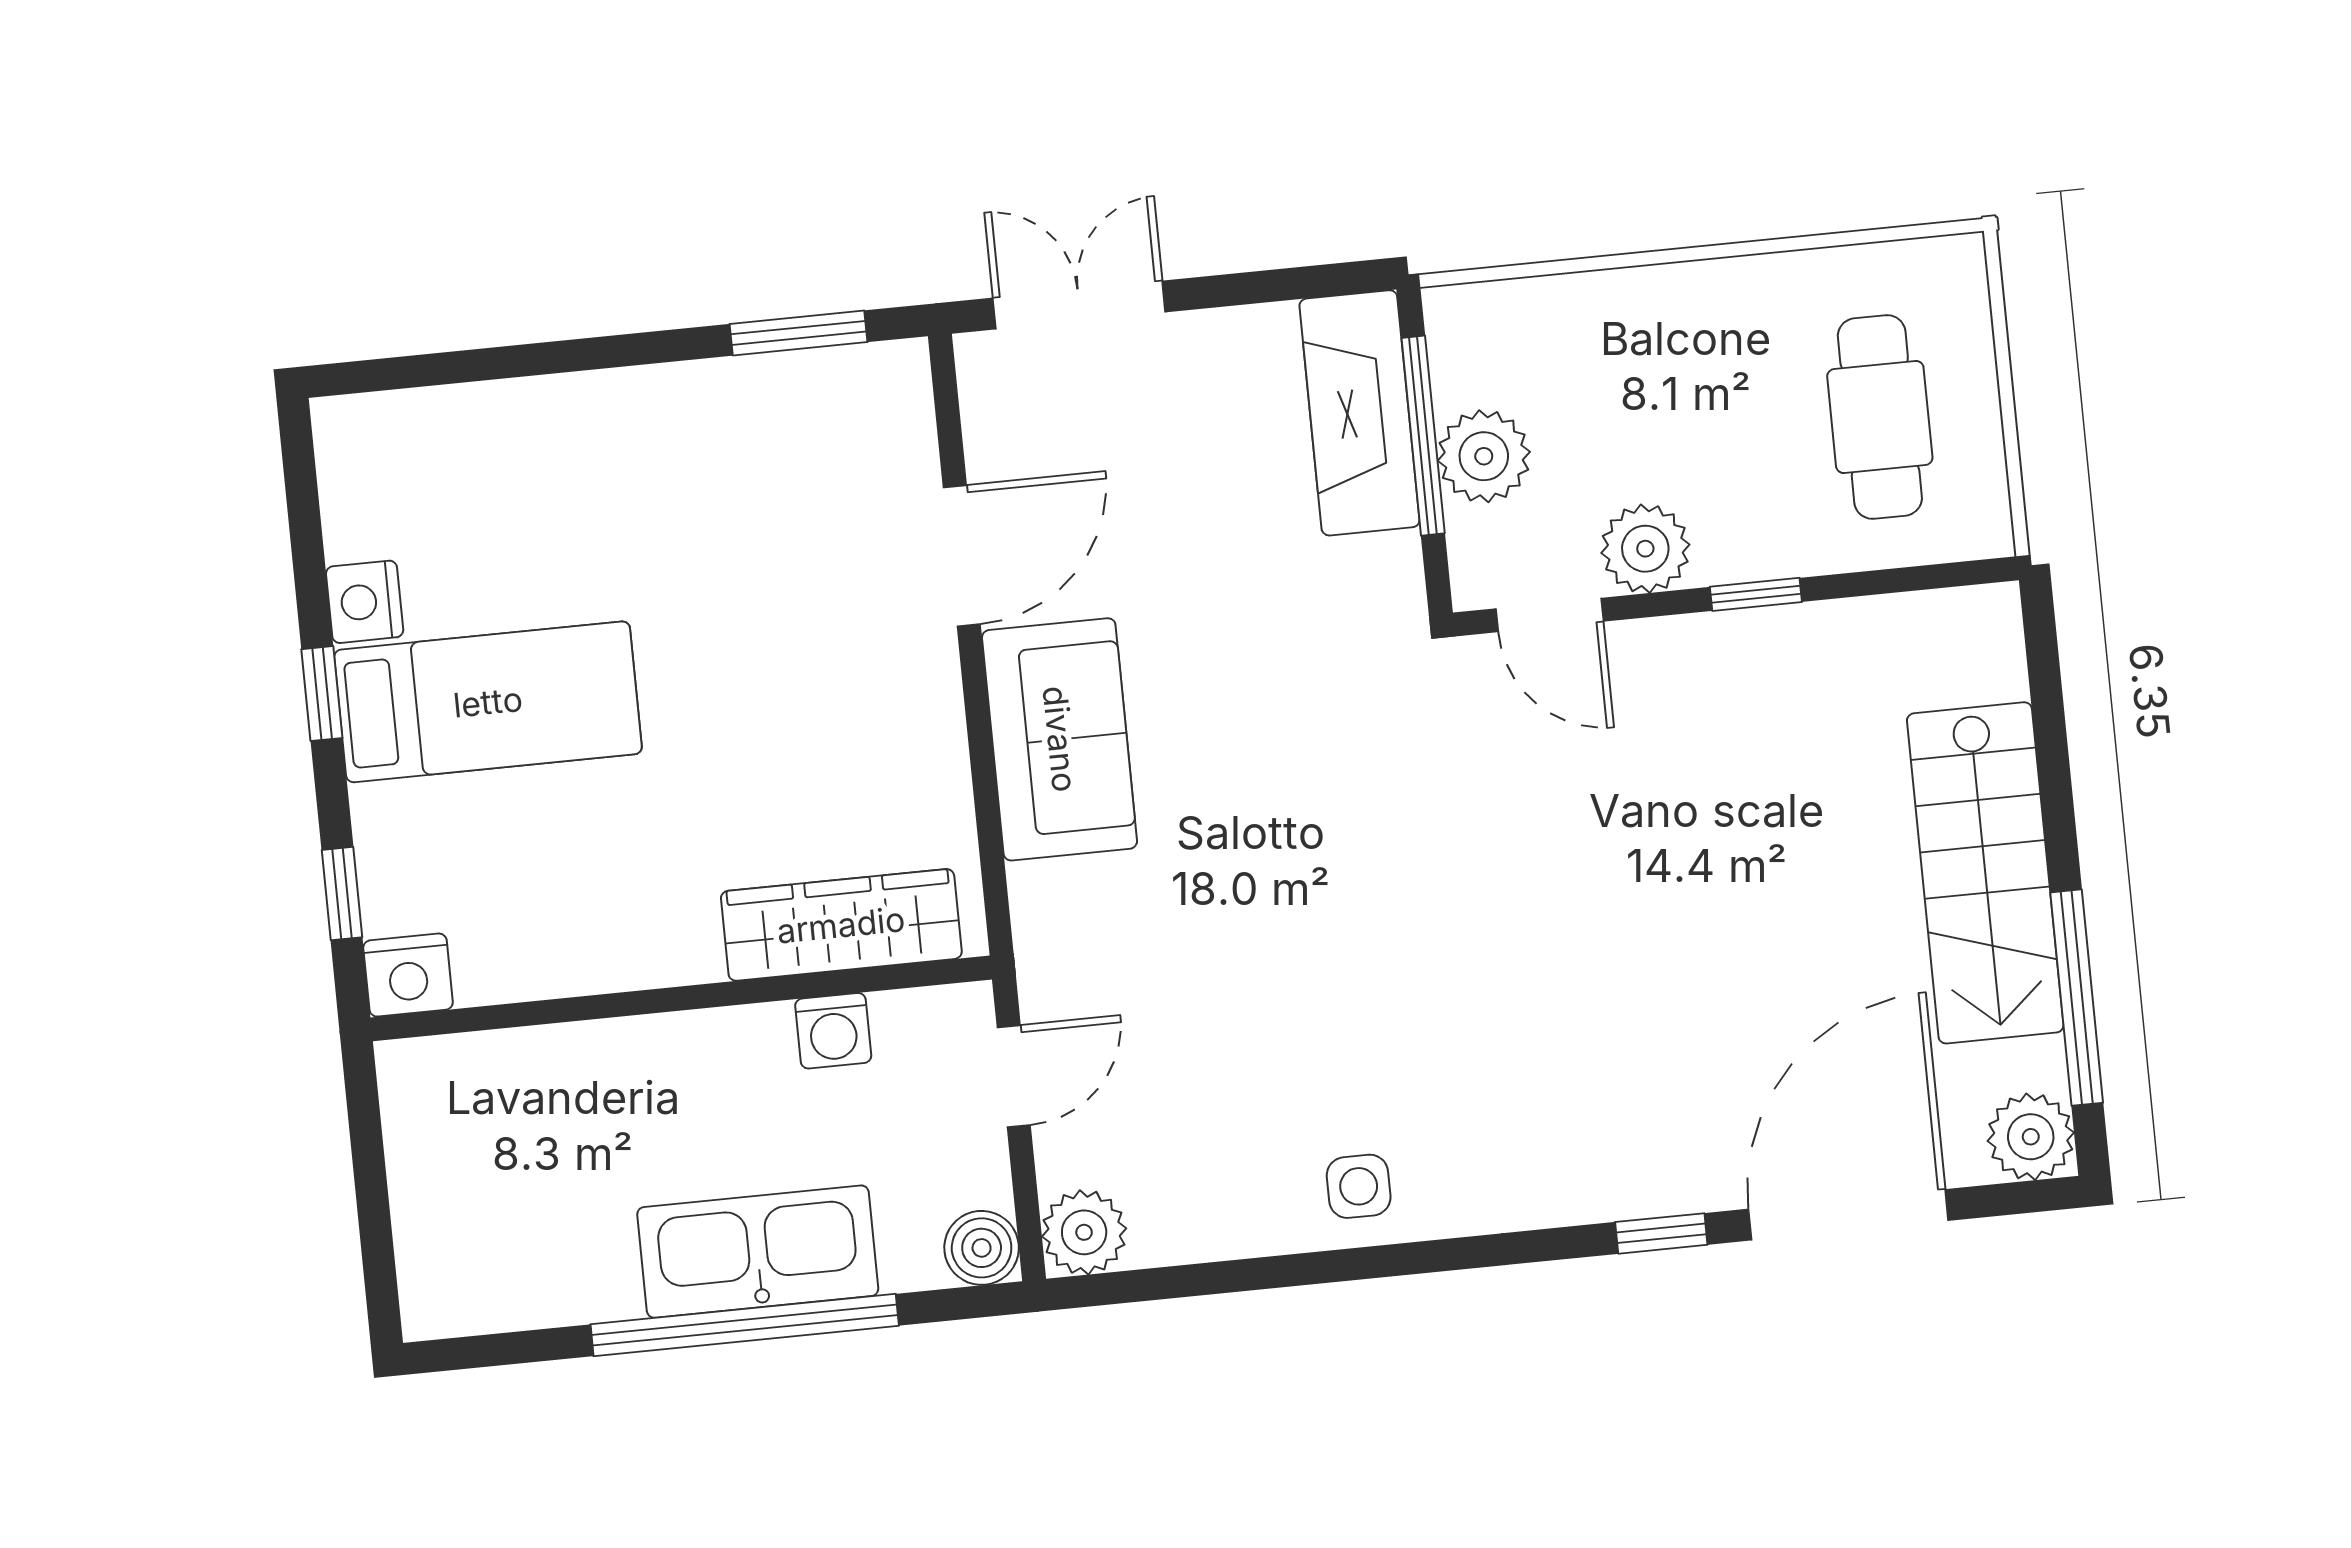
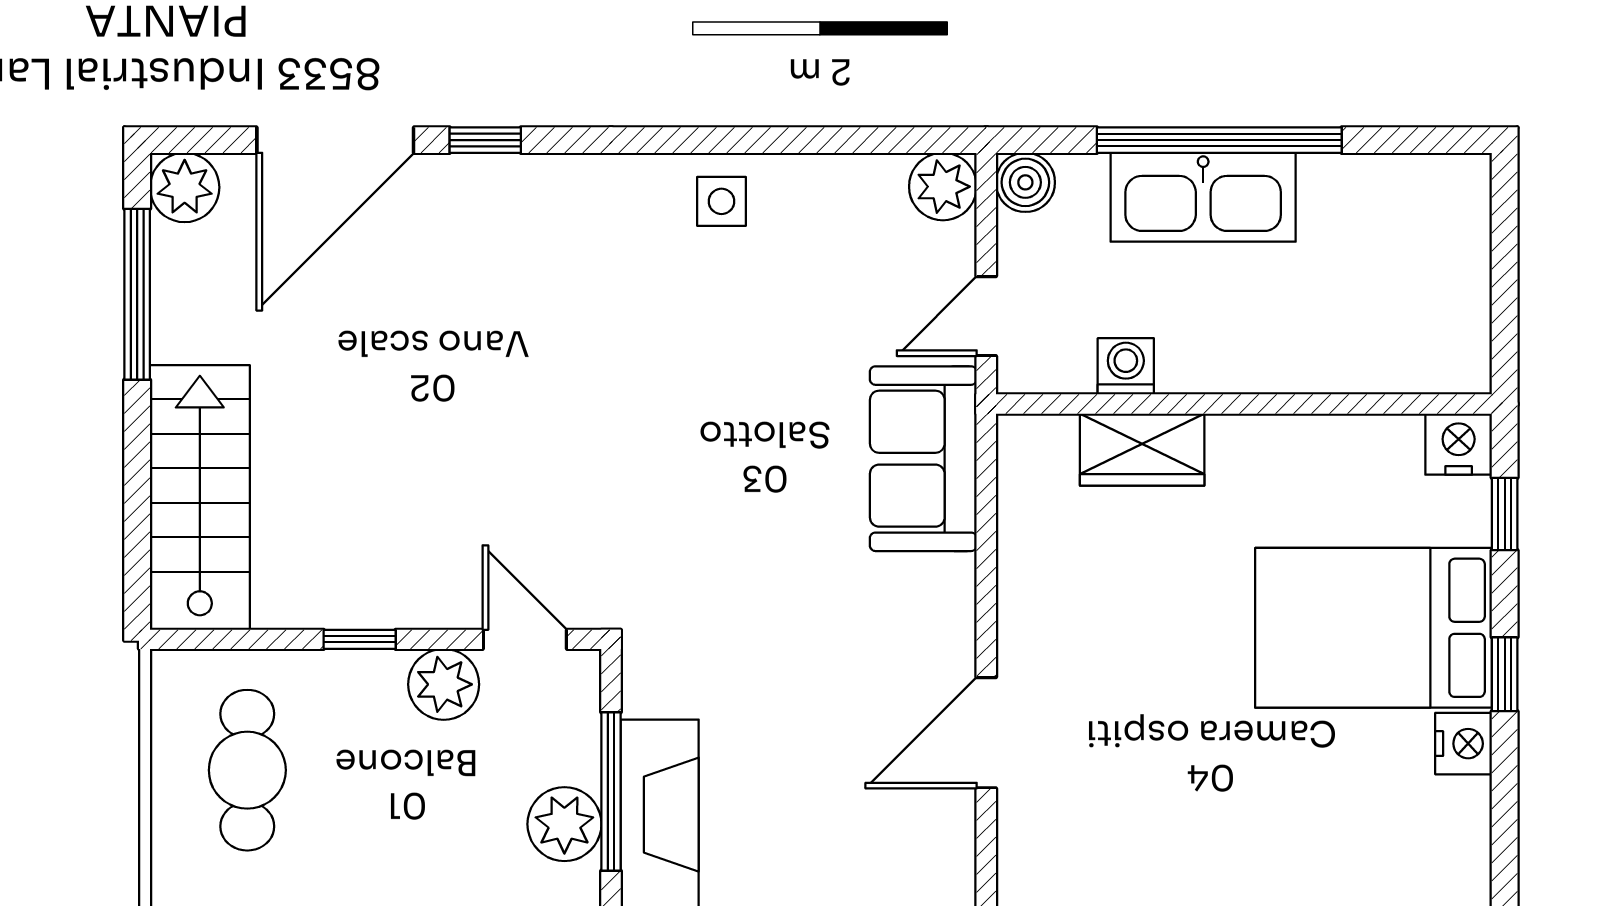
plant: (1484, 456) -> (564, 824), moved
bed: (488, 702) -> (1374, 628), width x1.50
sofa: (1060, 739) -> (923, 459), moved
stairs: (1985, 873) -> (200, 497), moved
wardrobe: (841, 925) -> (1142, 450), width x0.67

